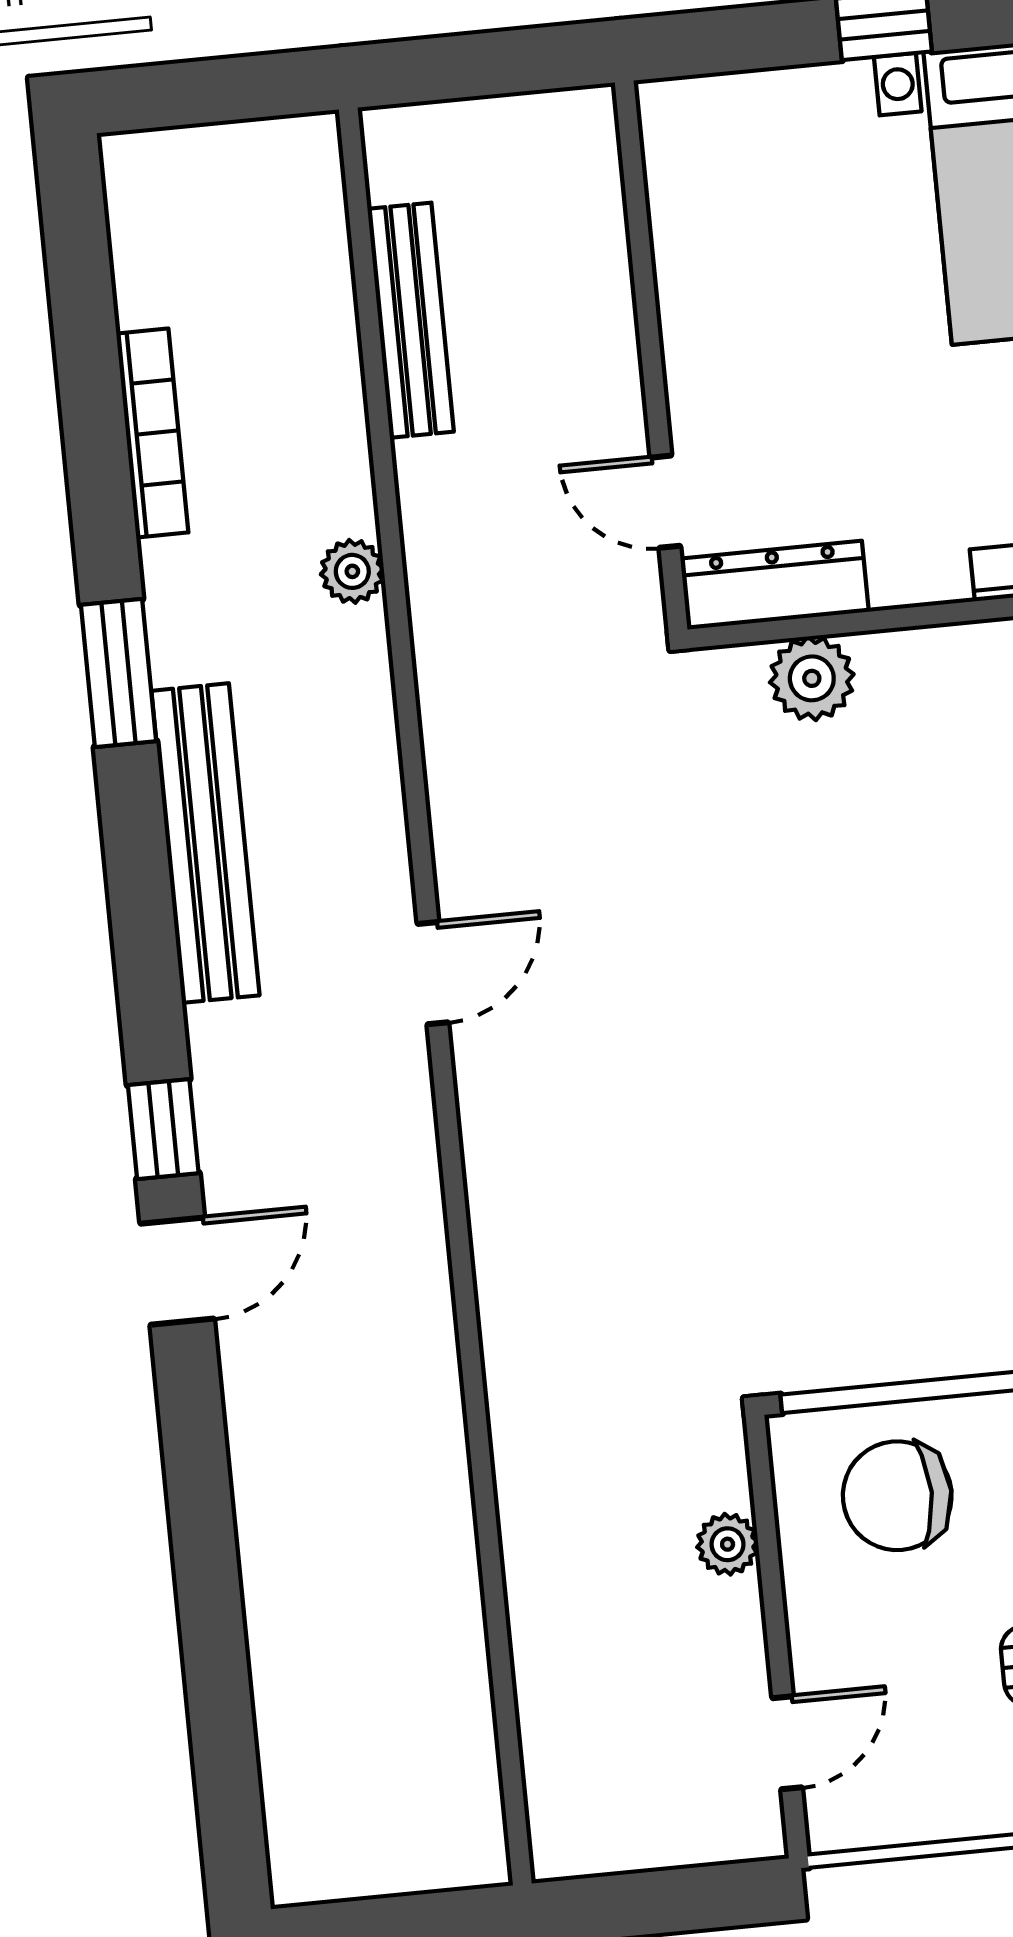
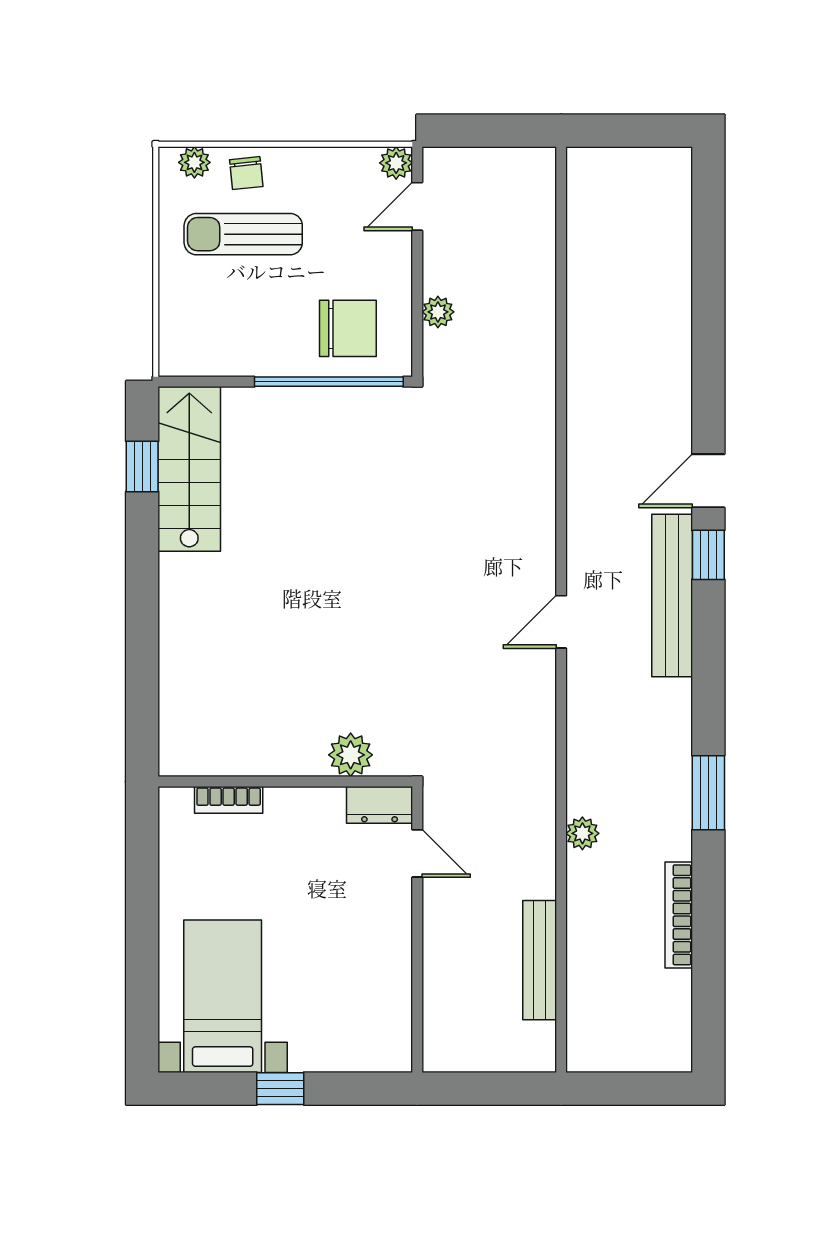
dresser: (775, 585) -> (380, 805), width x0.70
bench: (205, 843) -> (672, 596), moved
plant: (836, 1822) -> (396, 163), added

